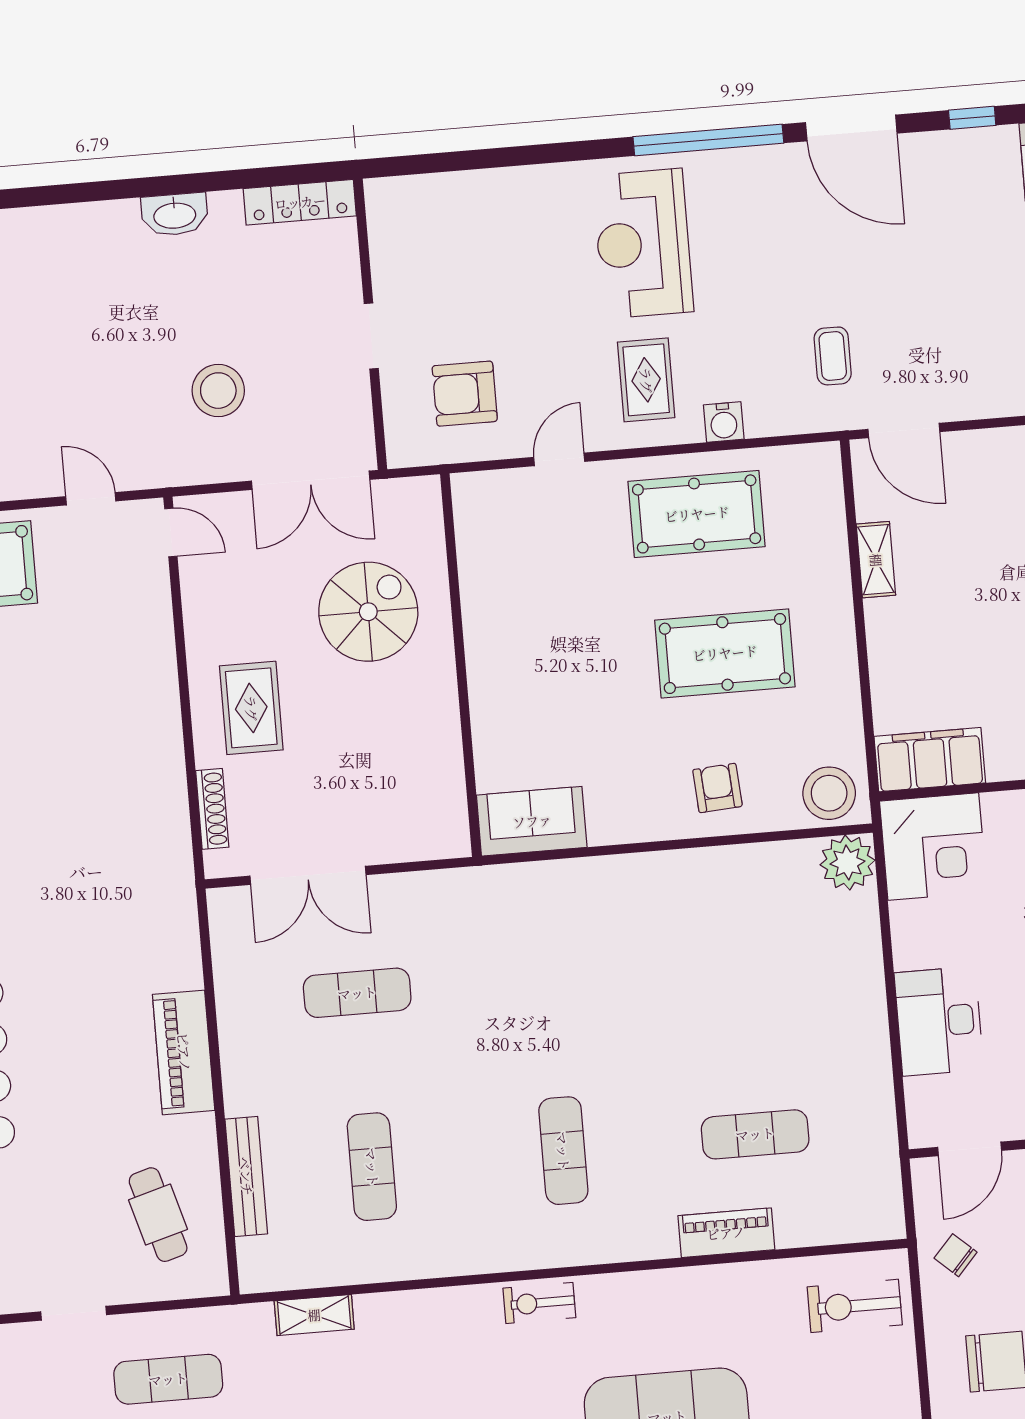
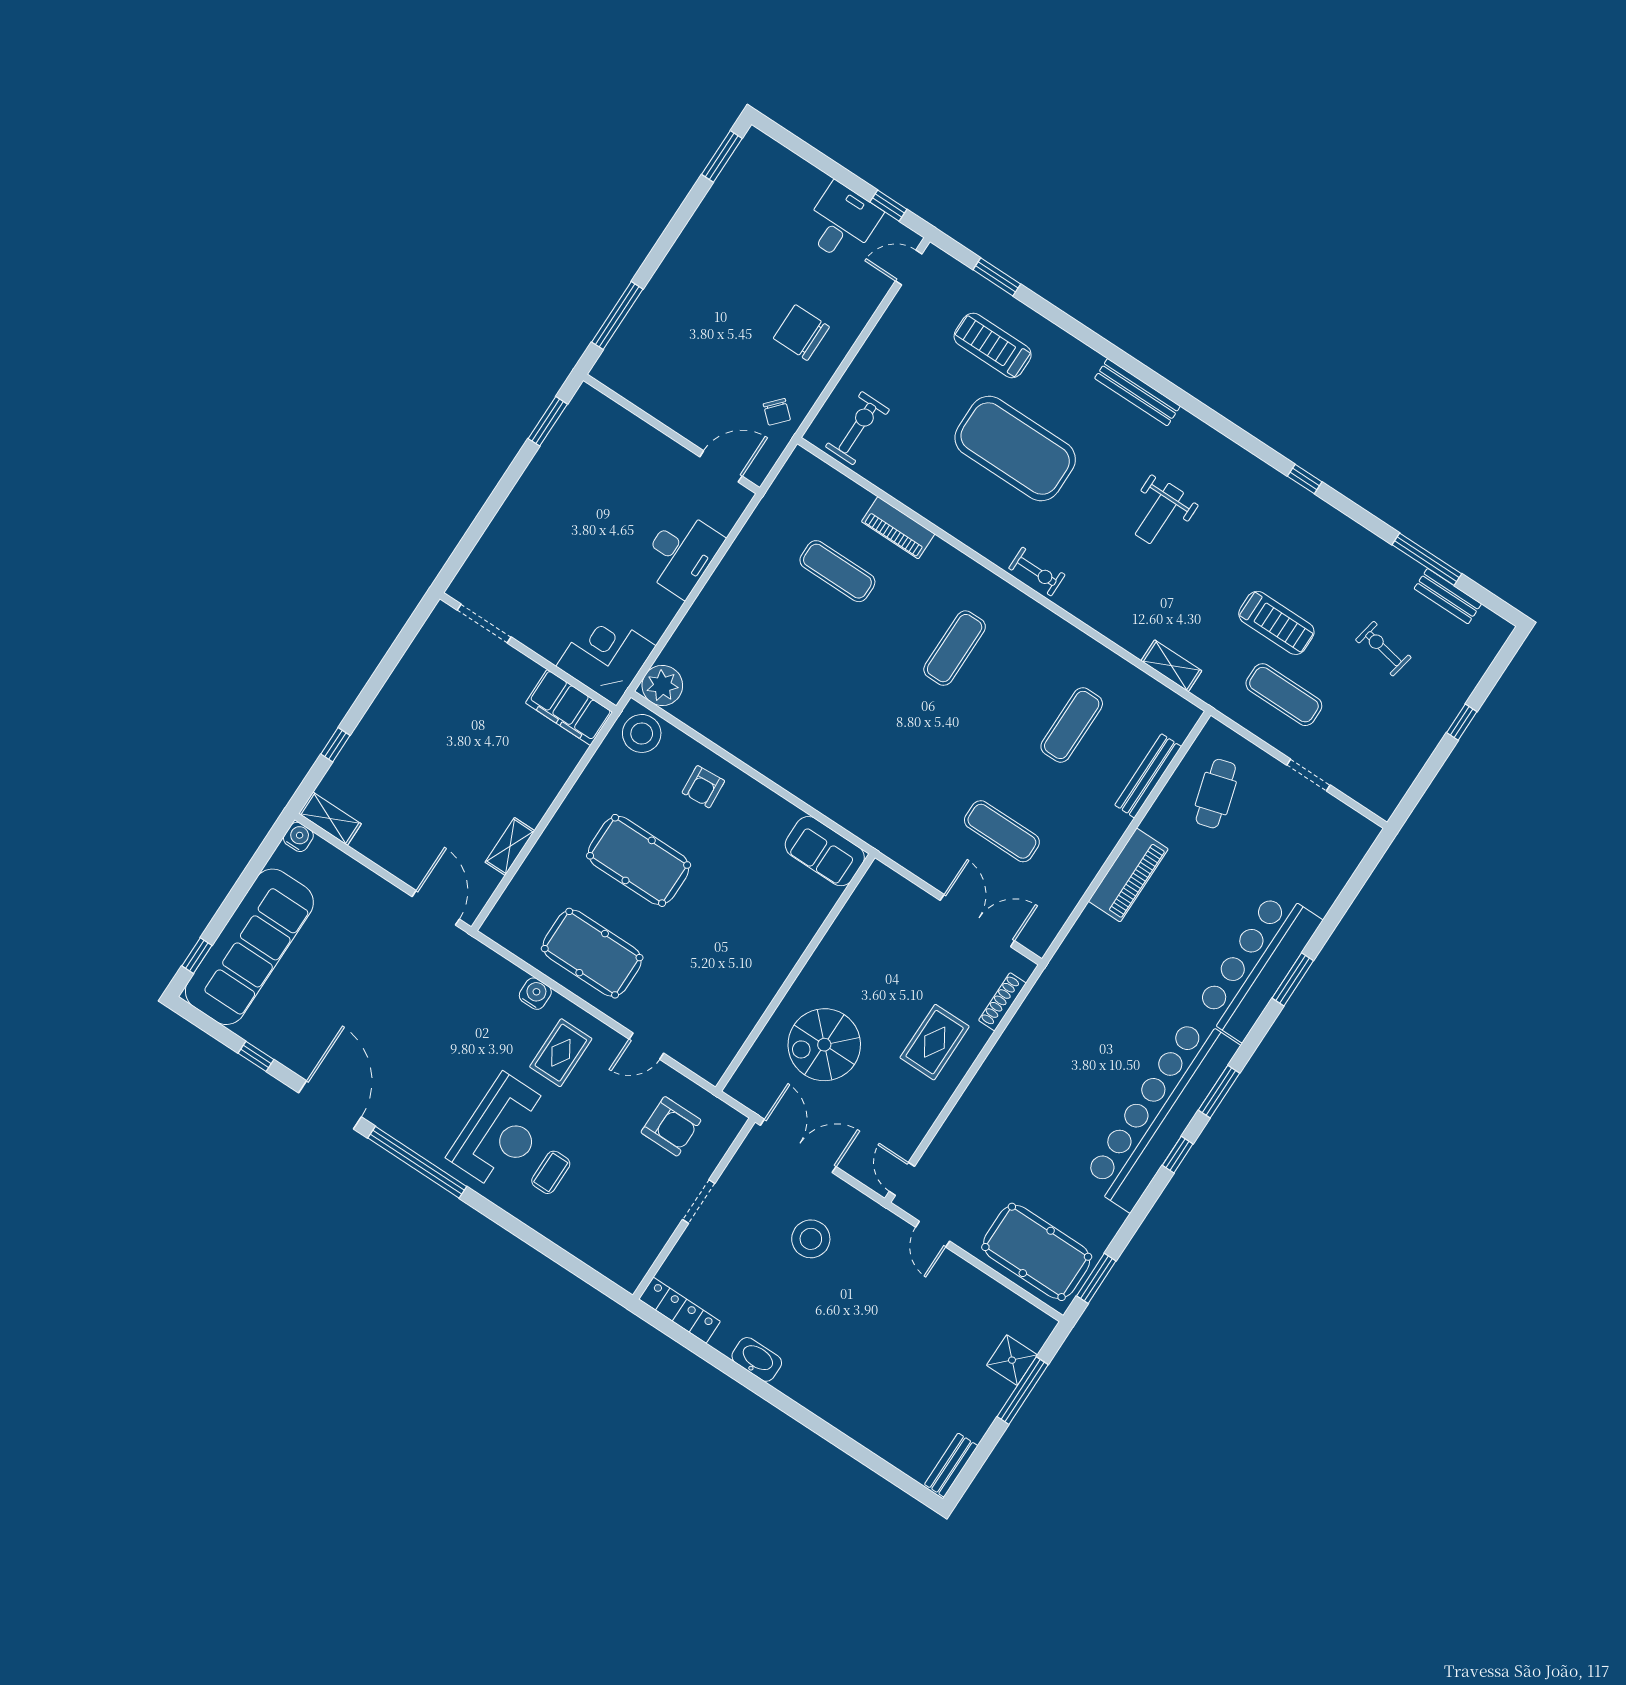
coffee table: (833, 356) -> (551, 1172), moved
exercise bike: (855, 1306) -> (857, 428), turned -90

